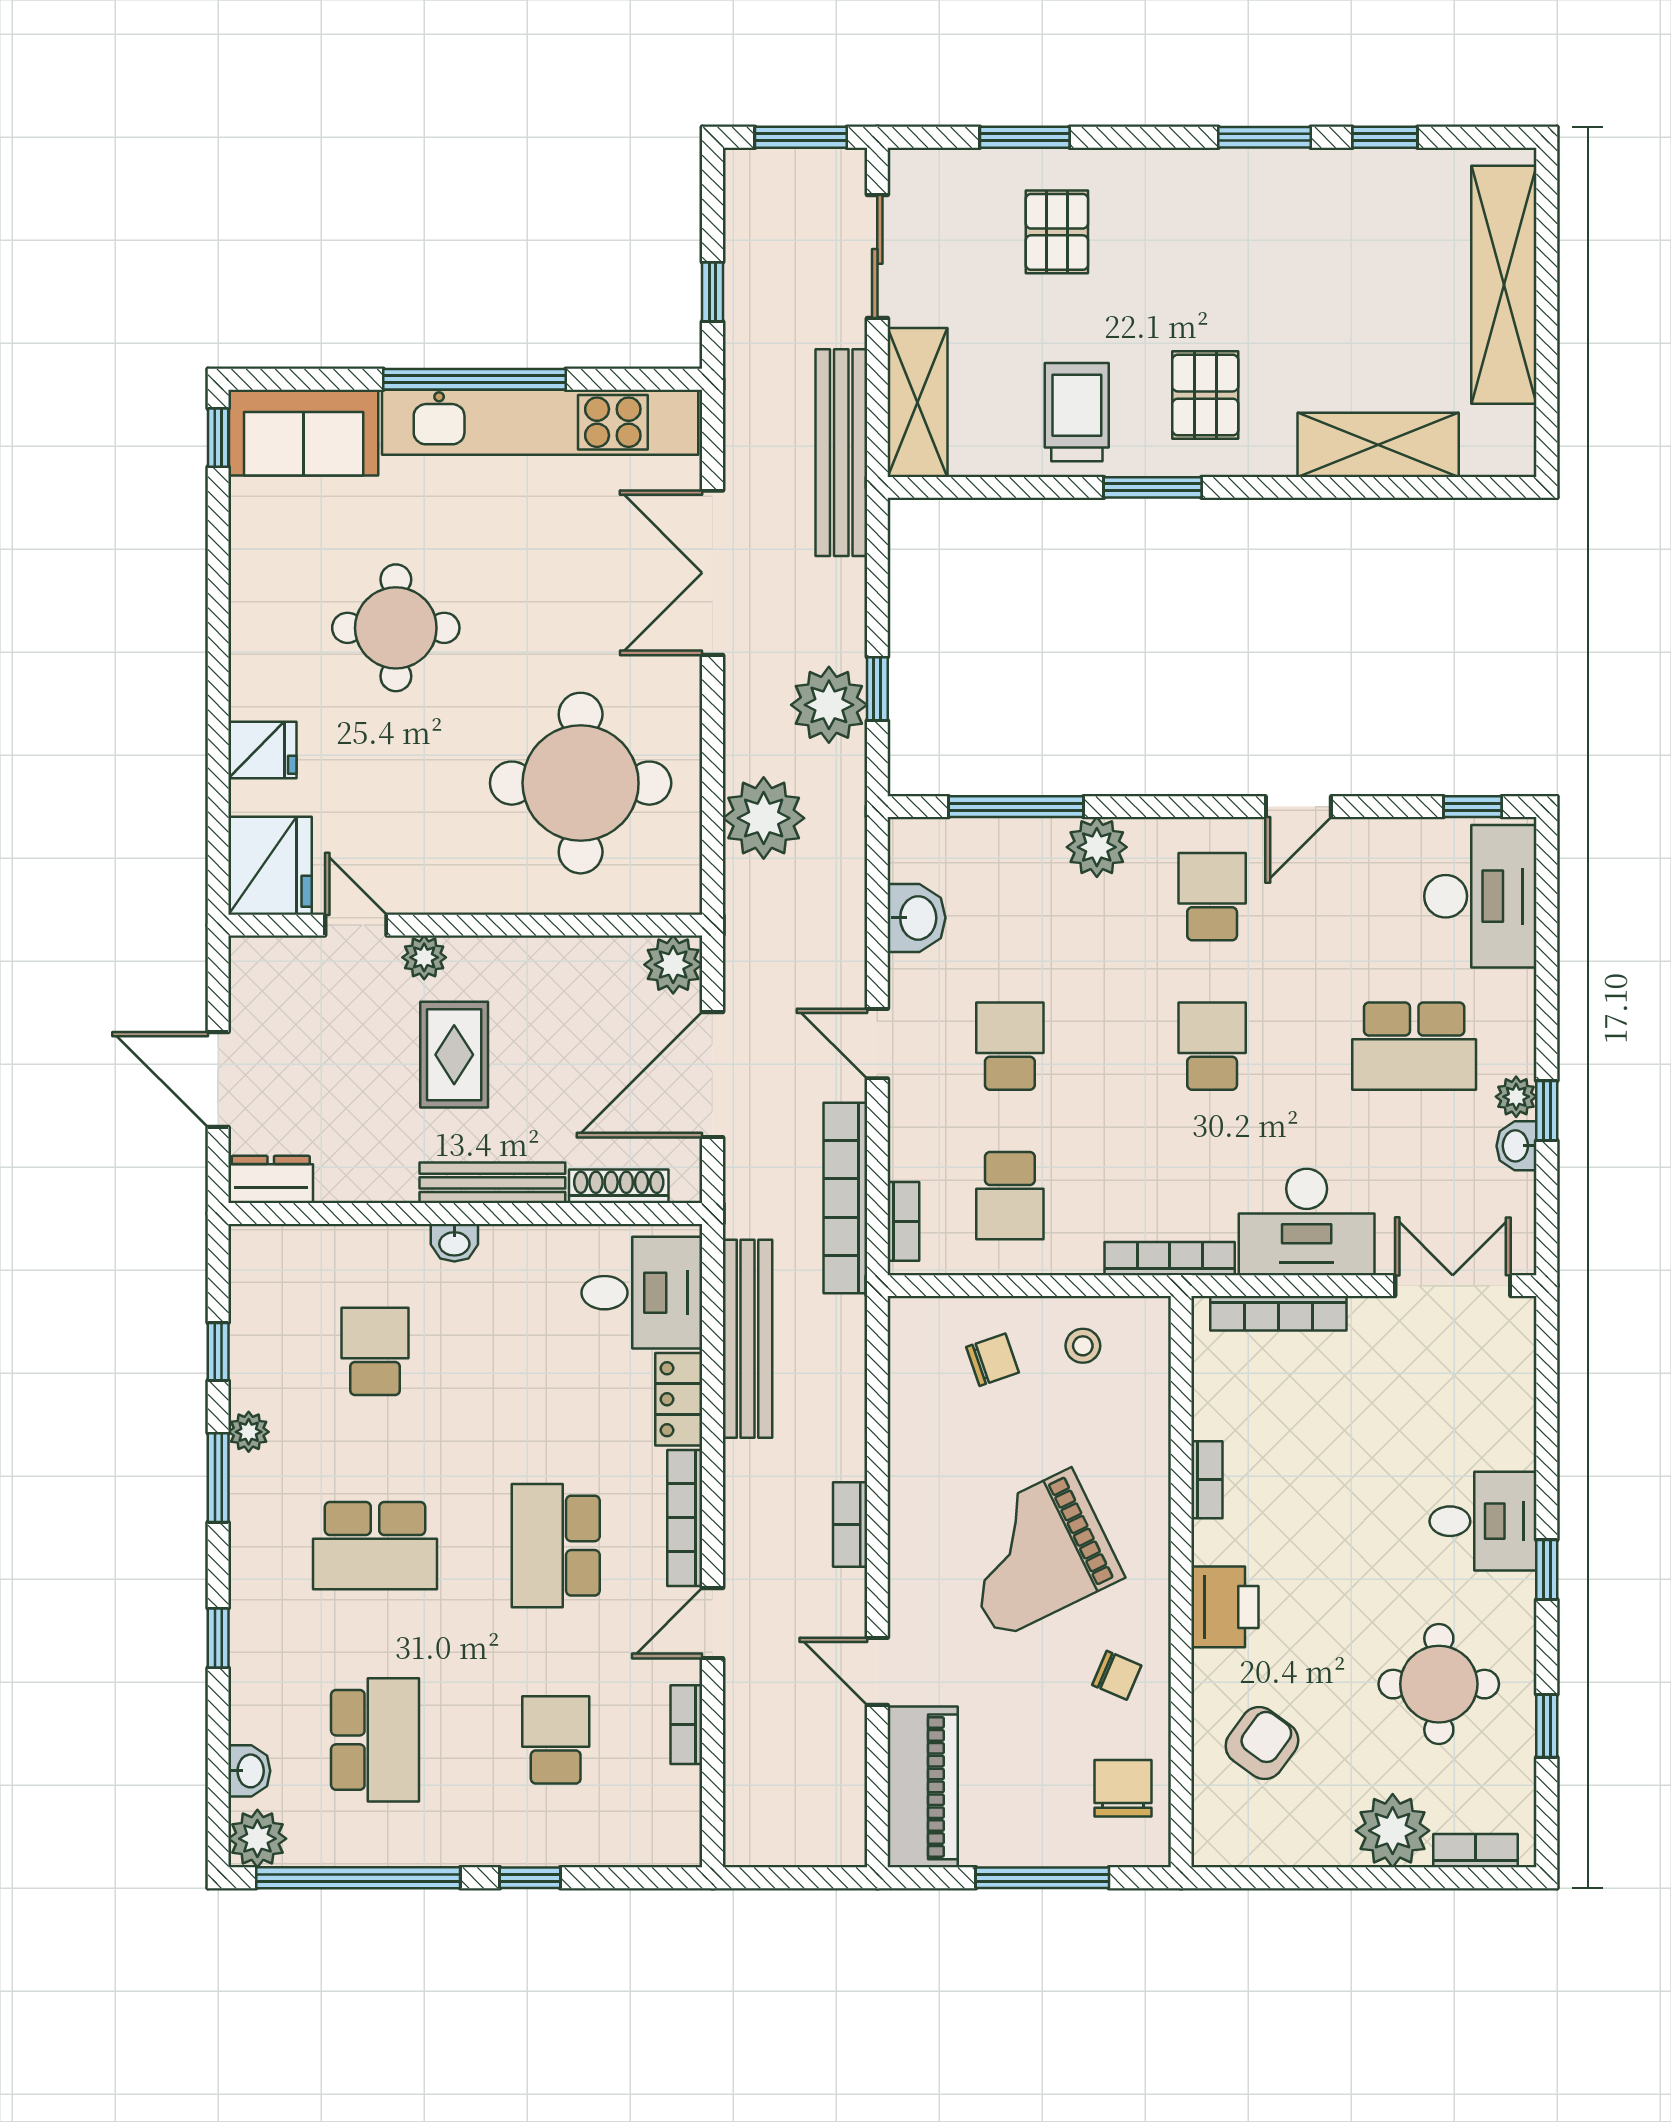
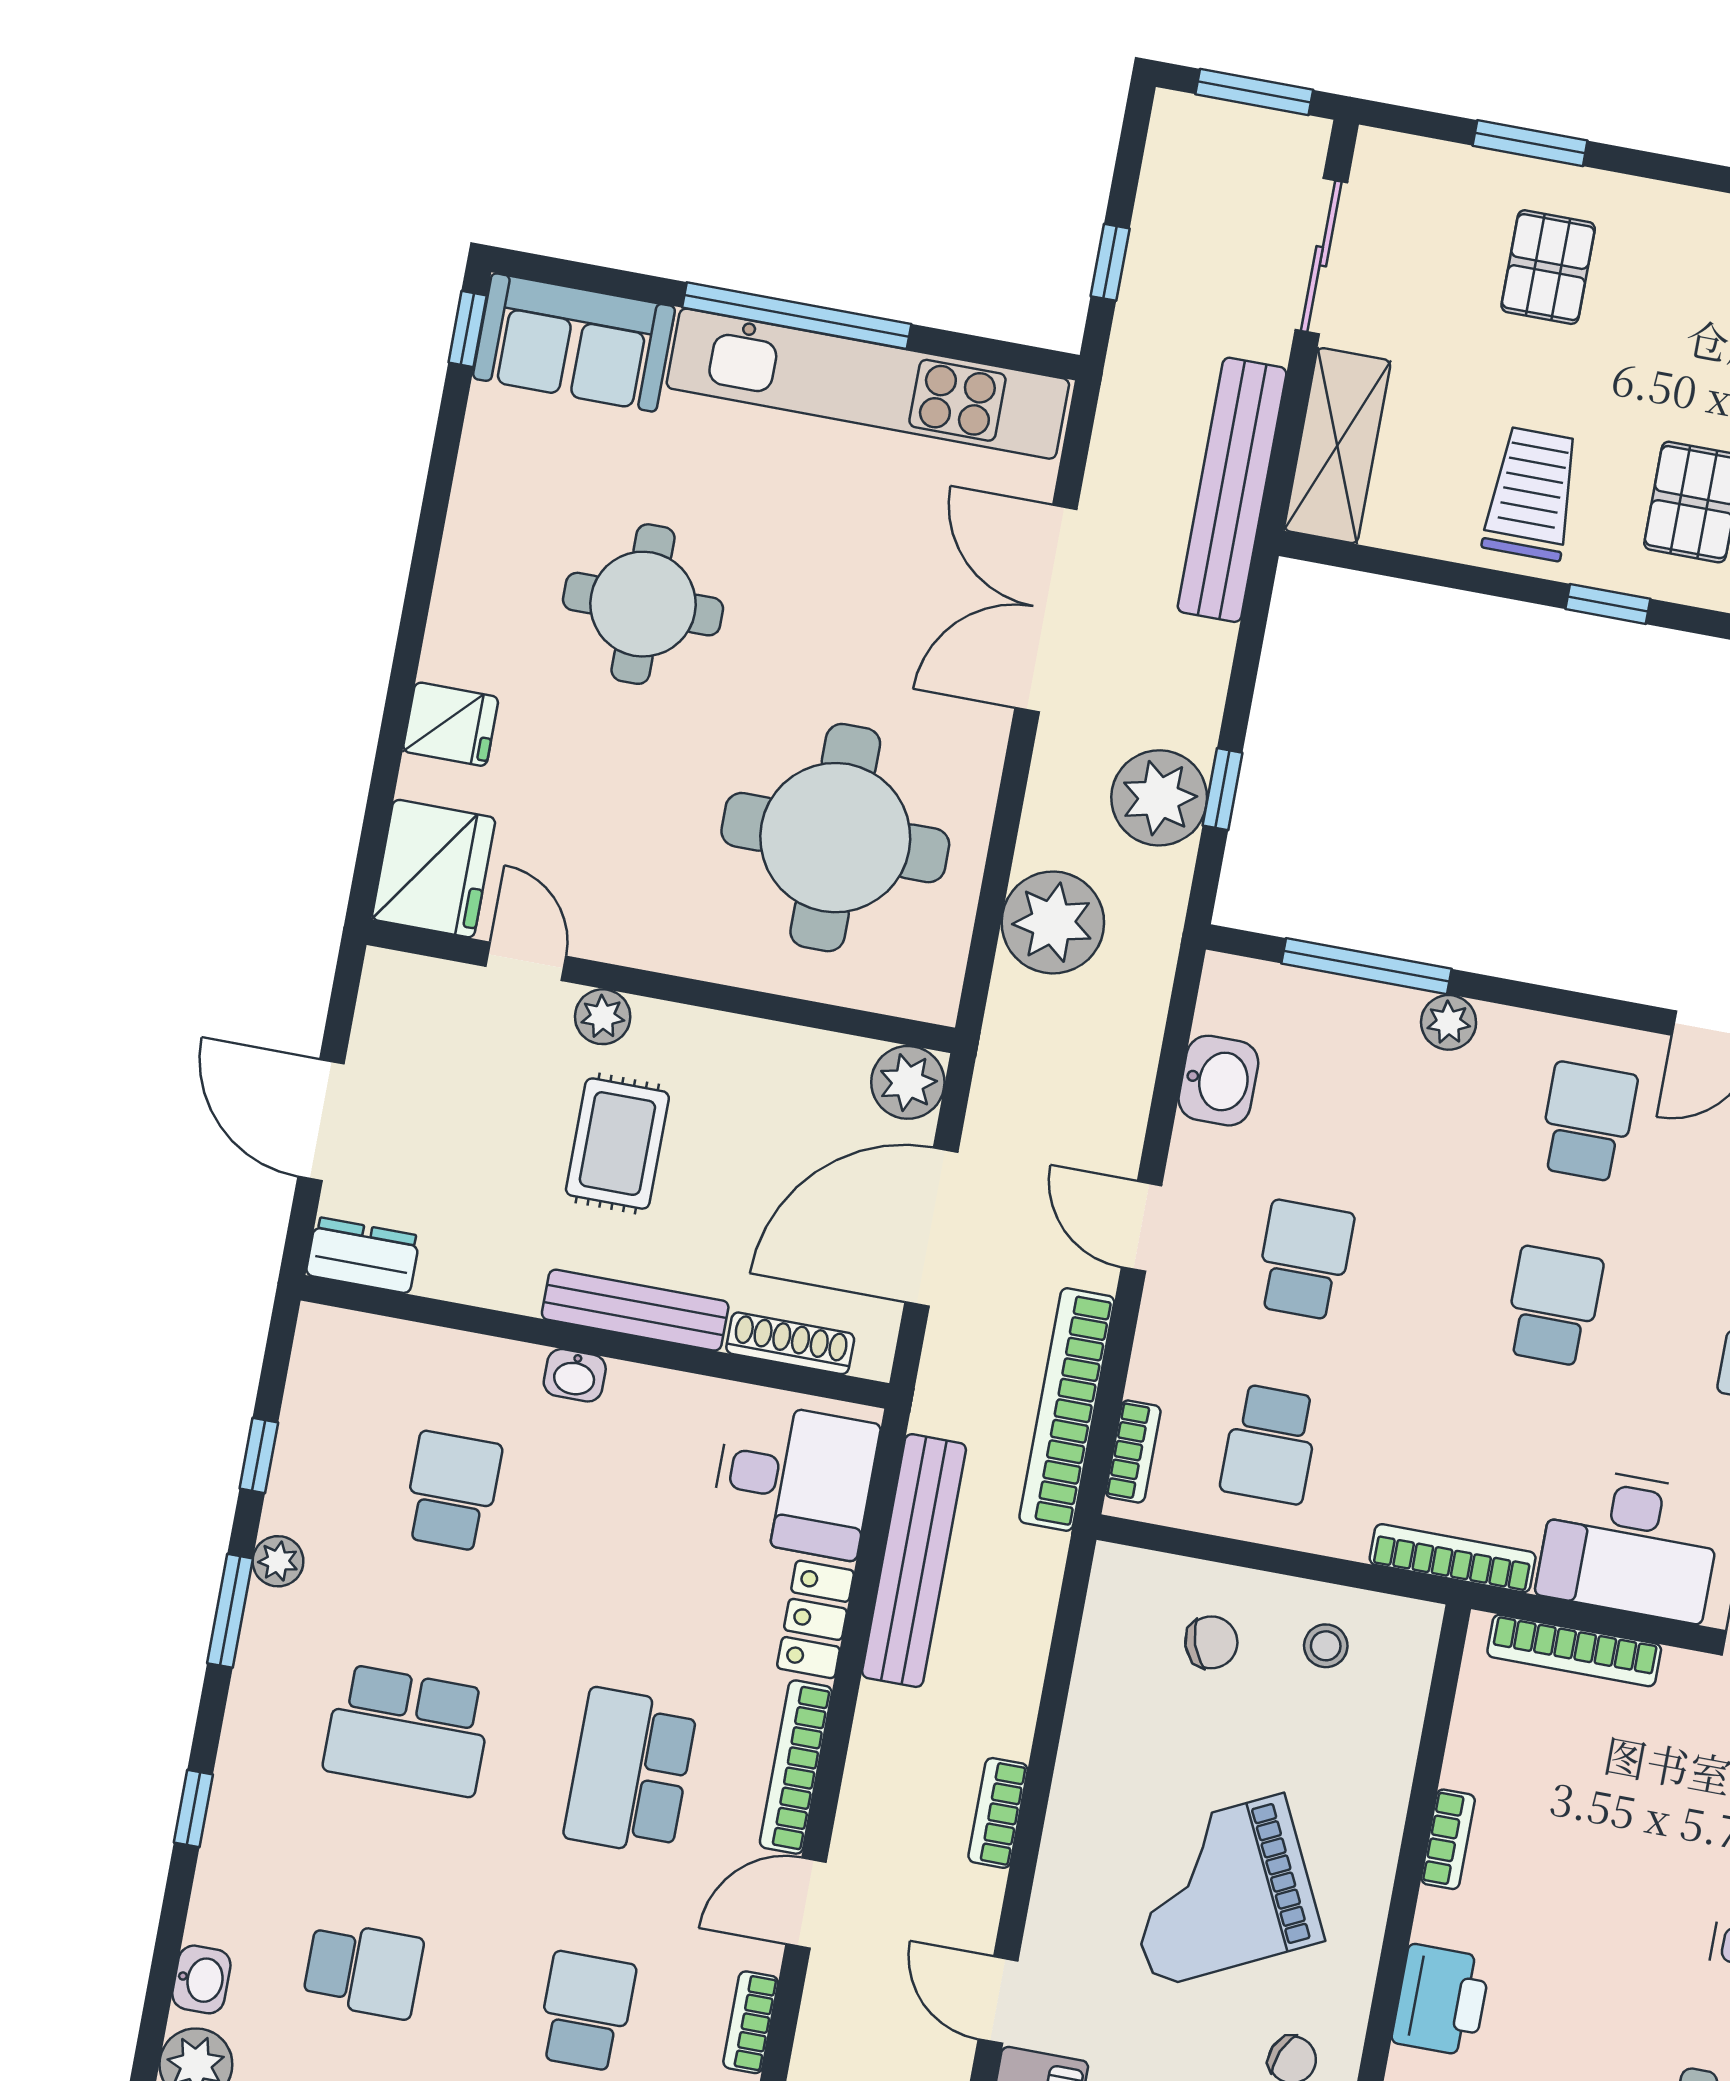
window: (1153, 487) -> (1608, 604), width x0.67
plant: (1097, 847) -> (1449, 1022), width x0.73, depth x0.73
school desk: (375, 1740) -> (363, 1970), width x0.54

